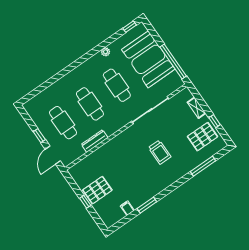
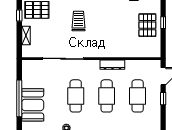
booth: (148, 59) -> (33, 105), width x0.73, depth x0.70
window: (173, 62) -> (19, 98), moved
dresser: (95, 141) -> (112, 65), moved
pallet: (97, 190) -> (147, 25), turned 90

